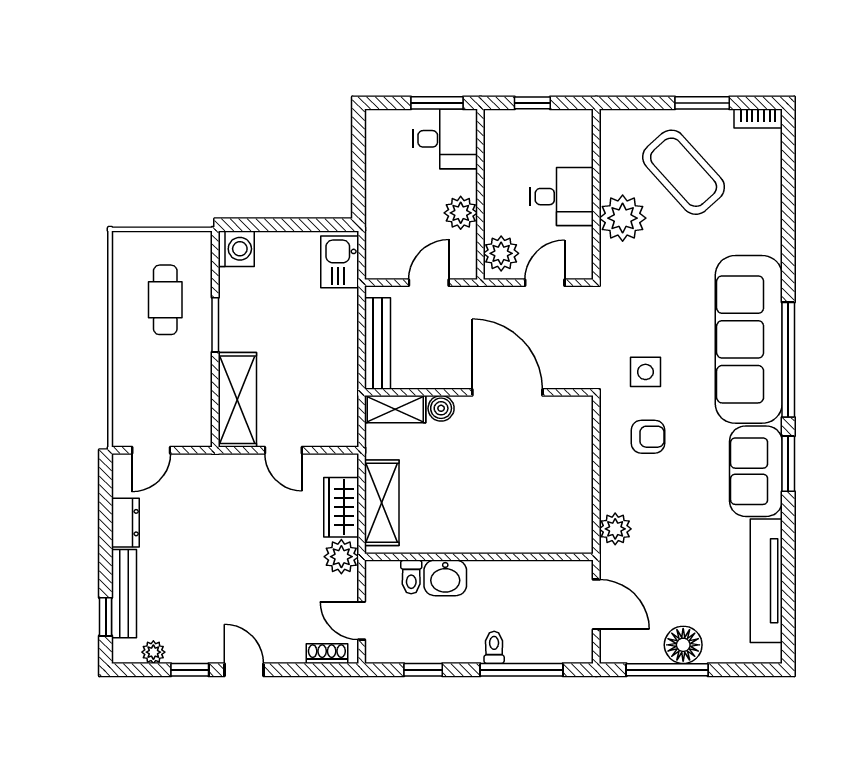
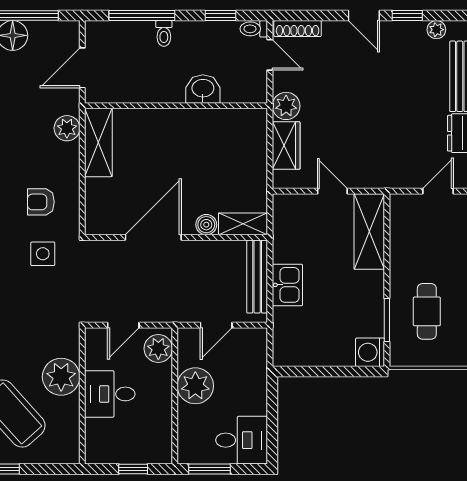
desk: (445, 139) -> (242, 440), moved, turned 180
plant: (461, 213) -> (195, 386), width x1.36, depth x1.36
kitchen sink: (340, 262) -> (287, 285), moved
window: (215, 325) -> (387, 320), moved
door: (507, 392) -> (153, 237), swing flipped
shelving: (382, 503) -> (98, 142), moved
toilet: (411, 577) -> (254, 29), moved, turned -90
door: (596, 604) -> (82, 68), hinge flipped
shoe rack: (327, 654) -> (298, 29), width x1.43

